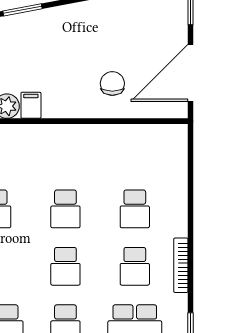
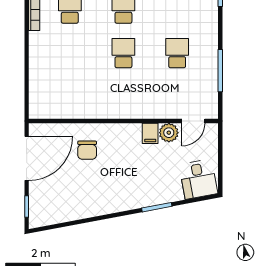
school desk: (135, 209) -> (70, 53), removed

